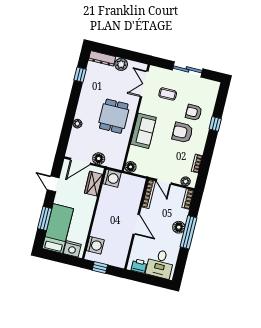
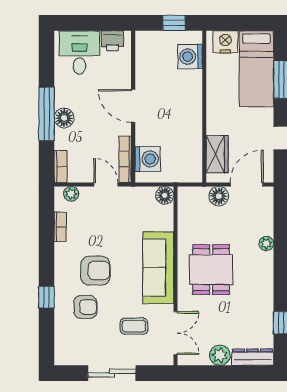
sofa: (143, 131) -> (158, 268), width x1.36
washing machine: (112, 178) -> (148, 159), moved, turned 180

